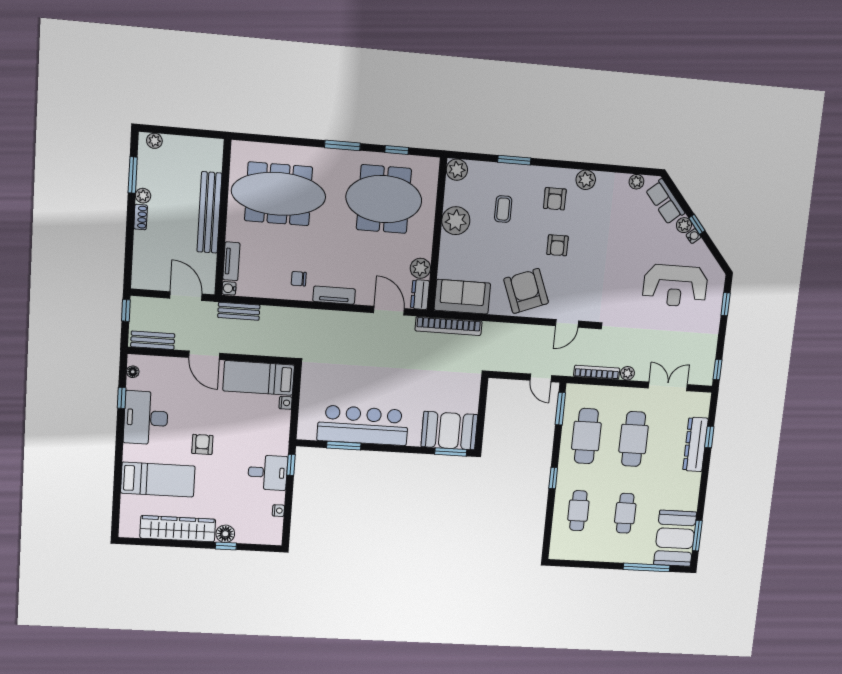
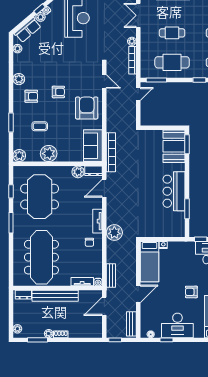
dresser: (215, 156) -> (23, 295), added
armchair: (526, 291) -> (87, 108), turned 111
plant: (312, 322) -> (114, 233), added
bar counter: (363, 425) -> (174, 191), width x0.73
cafe table: (634, 439) -> (172, 33), width x0.73, depth x0.74

